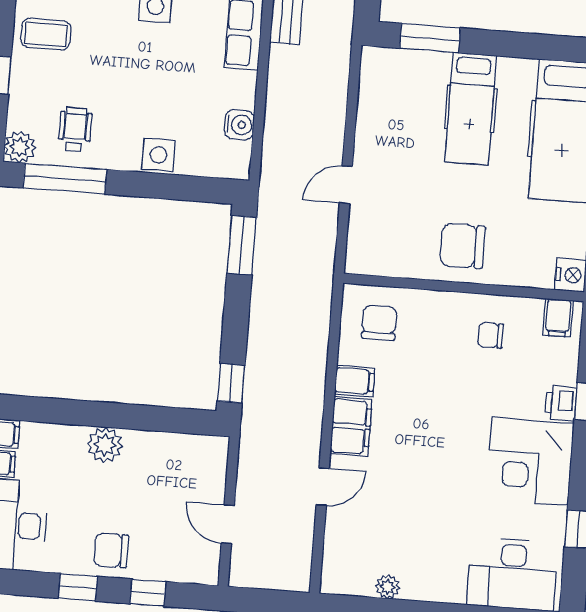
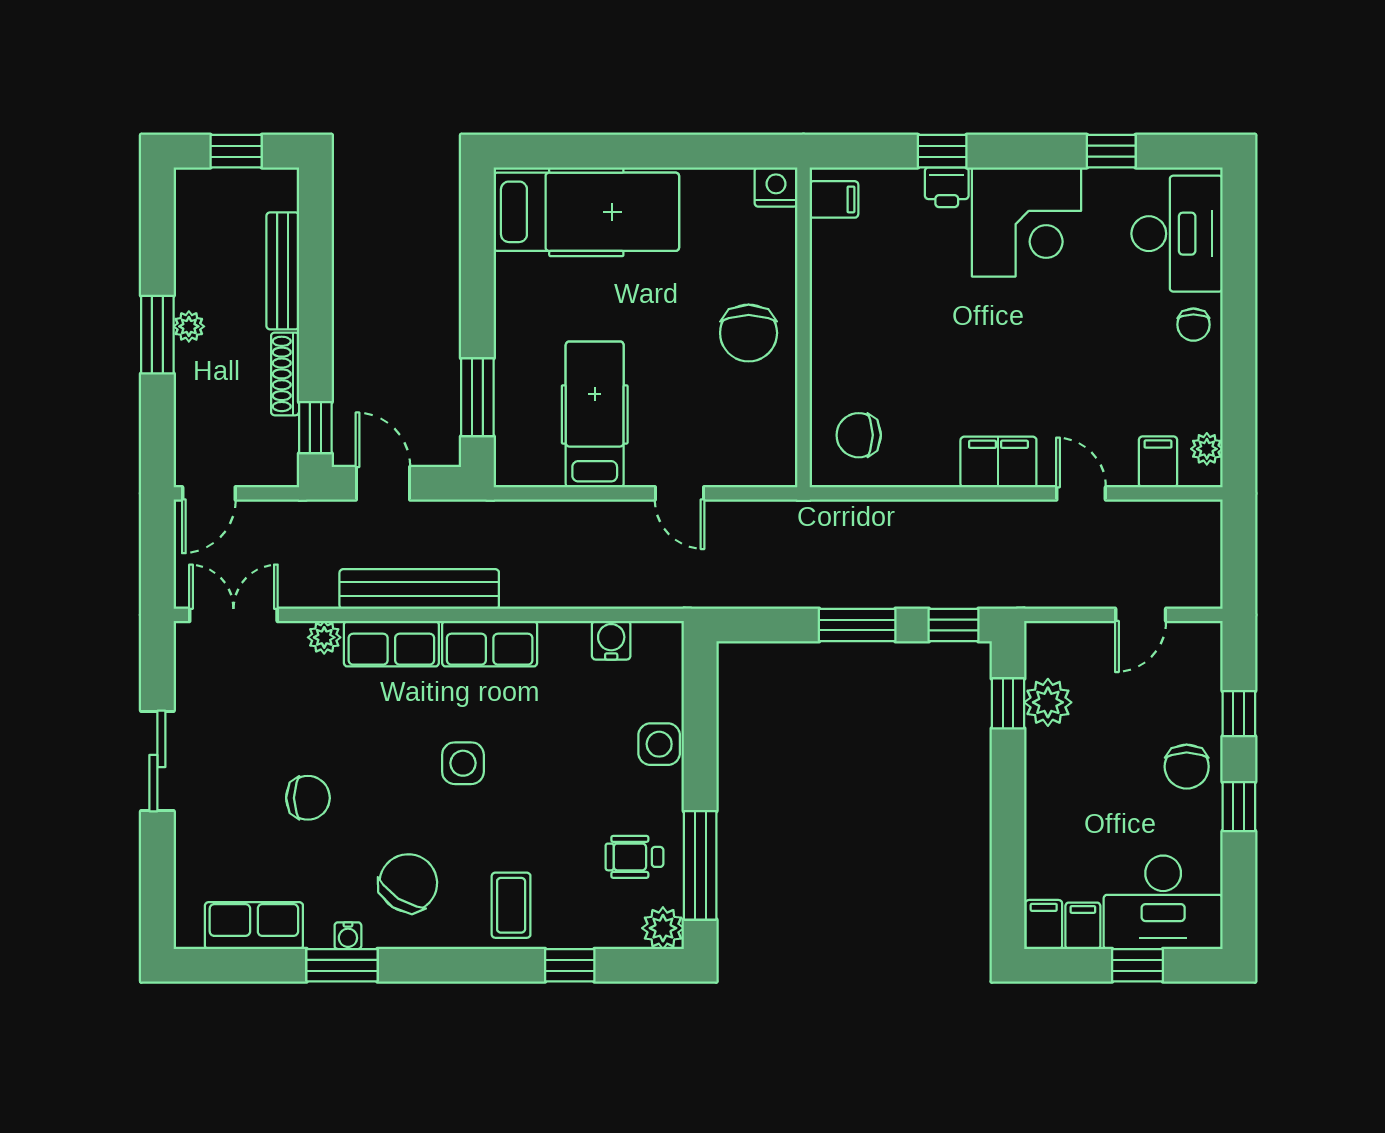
hospital bed: (471, 109) -> (595, 414), moved, turned -90
window: (242, 245) -> (857, 625), moved
chair: (491, 335) -> (1193, 325), moved
filing cabinet: (355, 381) -> (1158, 462), moved
window: (169, 420) -> (1008, 703), added
plant: (105, 445) -> (1048, 702), moved
plant: (388, 587) -> (1207, 449), moved

